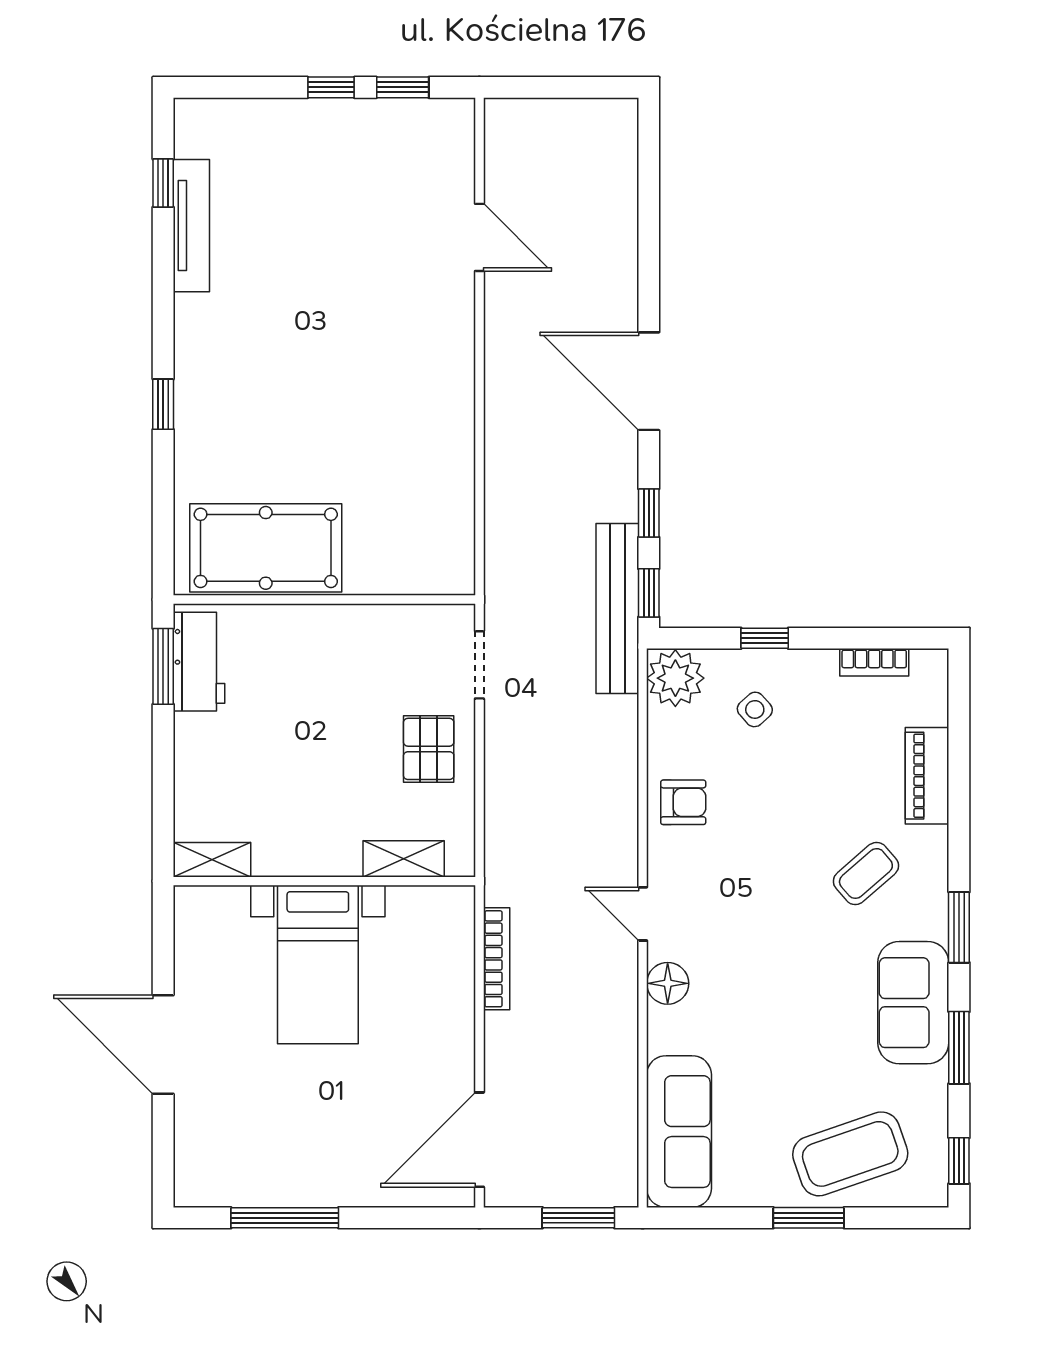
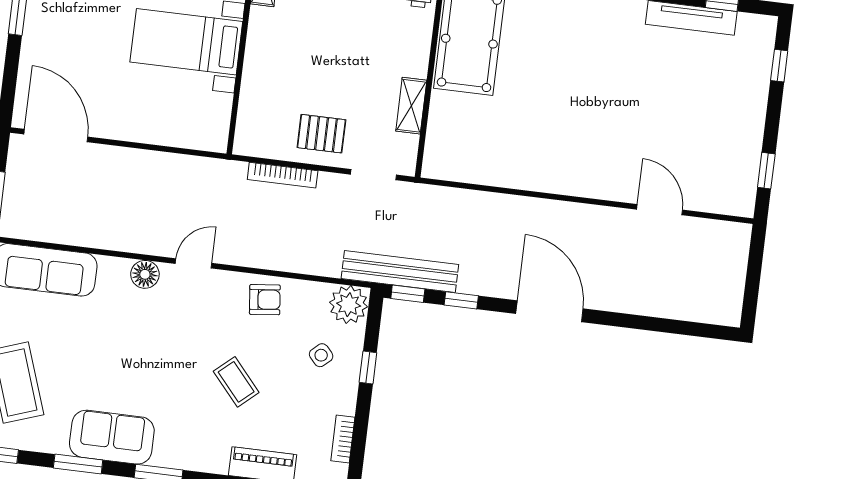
window: (331, 87) -> (779, 66), moved
door: (479, 237) -> (660, 210), swing flipped
door: (649, 381) -> (549, 311), hinge flipped
armchair: (683, 802) -> (265, 300), turned -96
shelving: (404, 859) -> (411, 106), moved
coffee table: (866, 873) -> (236, 382), moved
bookcase: (497, 959) -> (283, 175), moved

